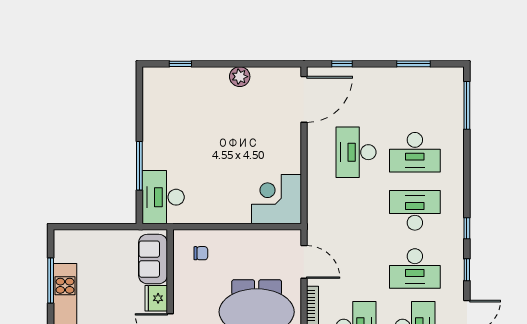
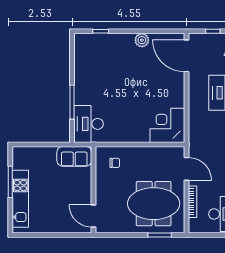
door: (304, 99) -> (187, 56), swing flipped
sofa: (153, 259) -> (74, 156), moved, turned -90
fridge: (156, 298) -> (84, 194), removed

